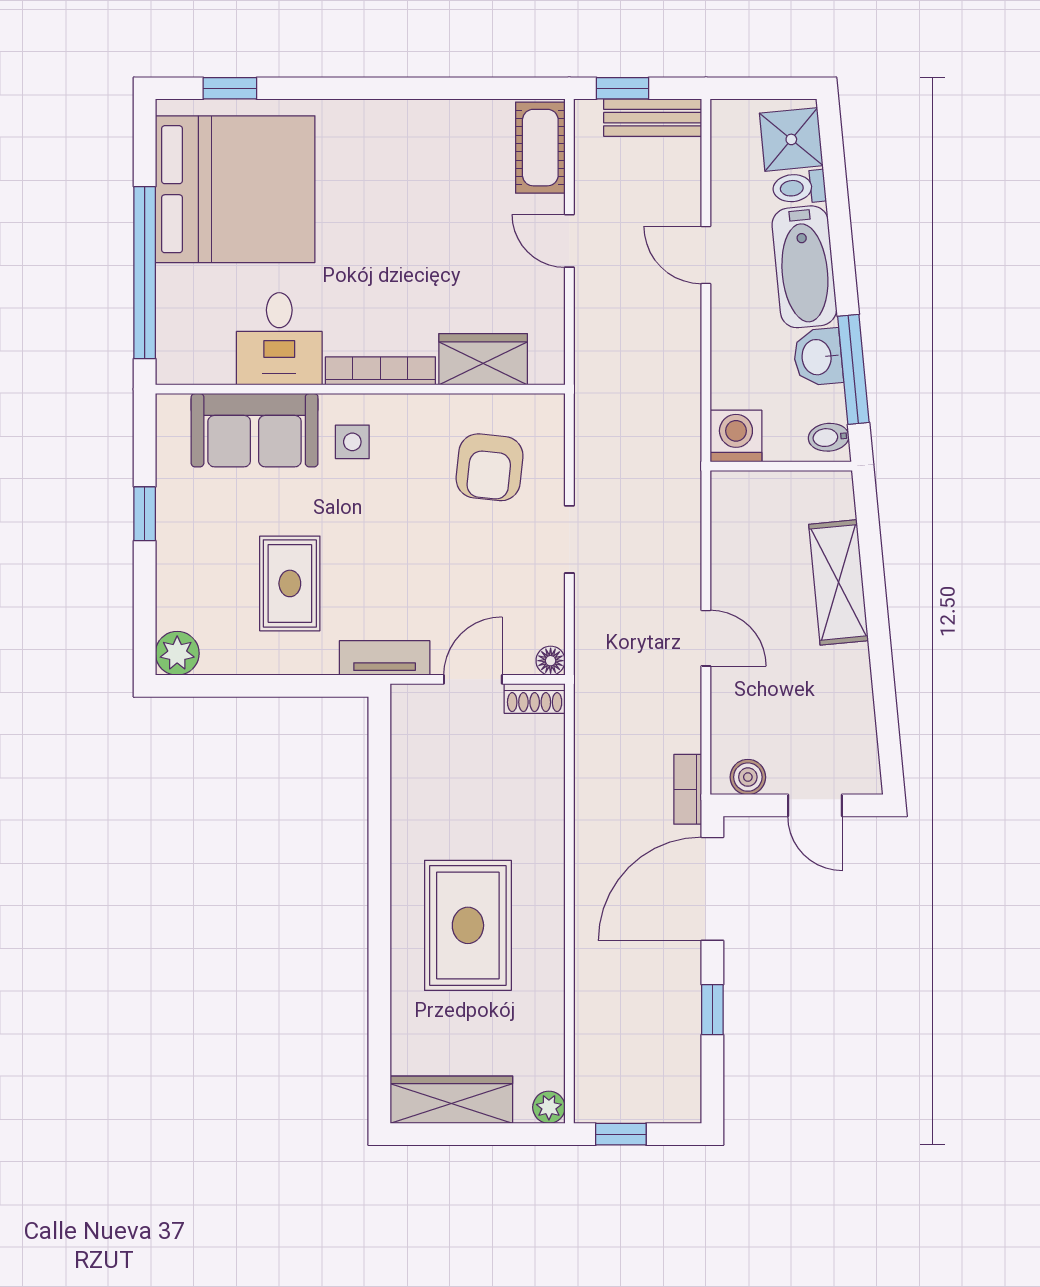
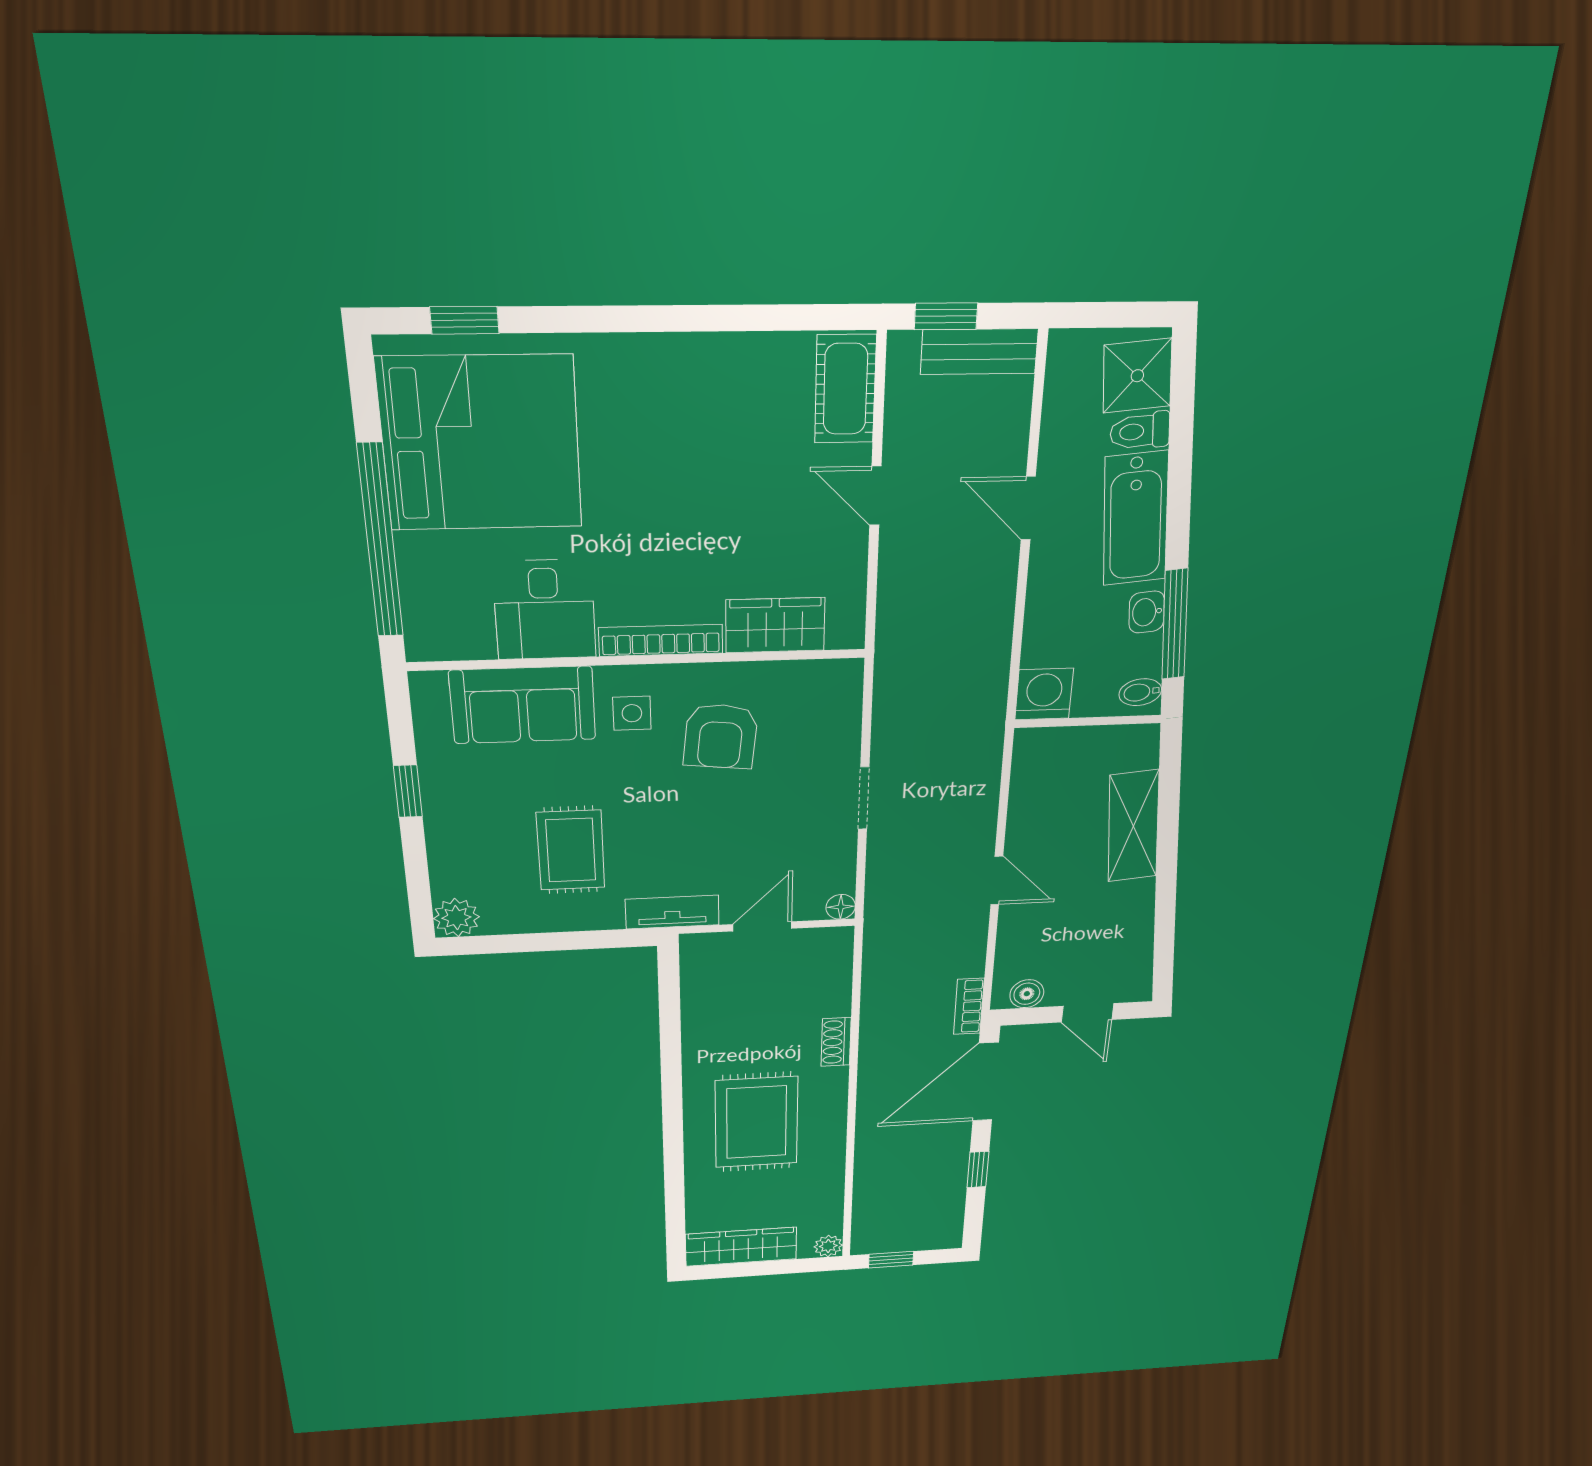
washbasin: (818, 357) -> (1147, 612), width x0.72, depth x0.69
armchair: (490, 467) -> (721, 736), moved
shoe rack: (535, 699) -> (836, 1042), moved, turned 90

